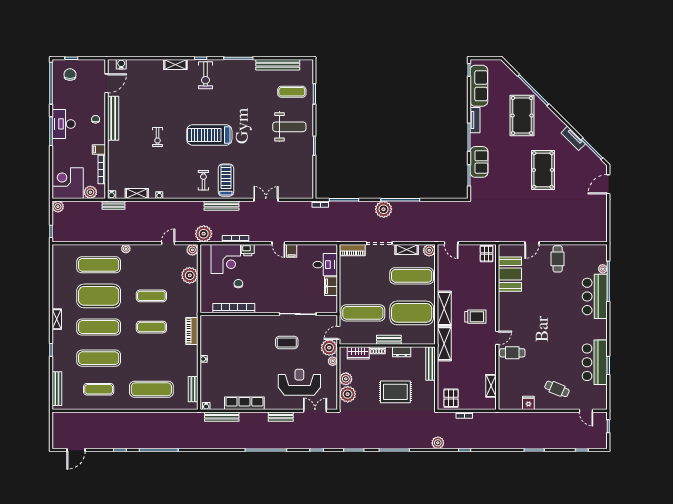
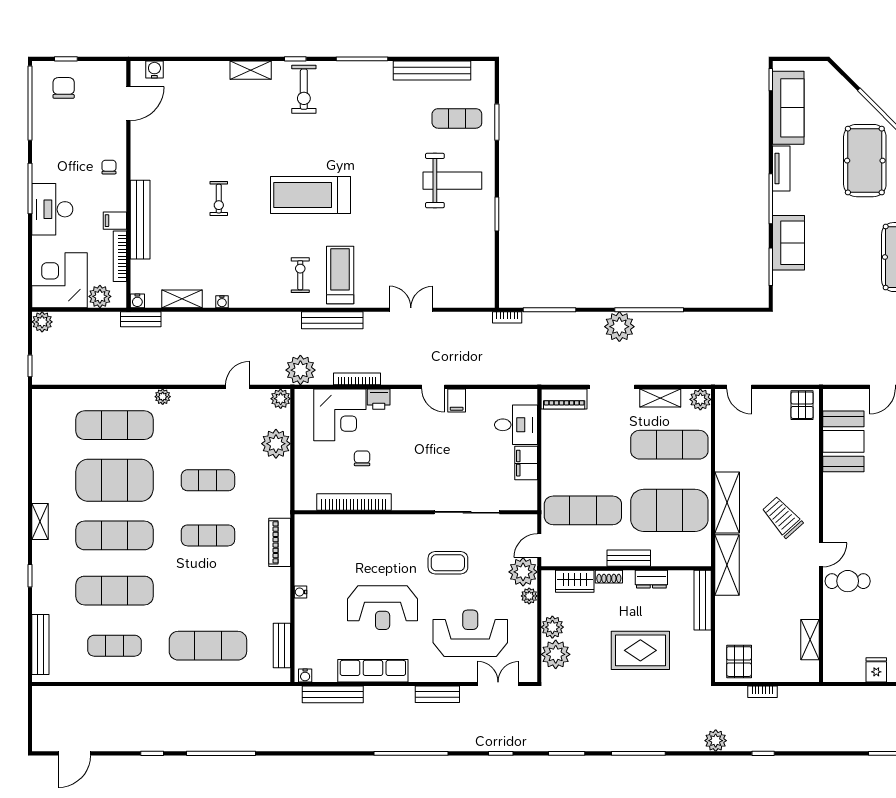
bench: (113, 118) -> (140, 220), moved
desk: (64, 124) -> (52, 209), moved
trolley: (475, 317) -> (782, 517), turned -132
reception desk: (250, 368) -> (383, 608), added

